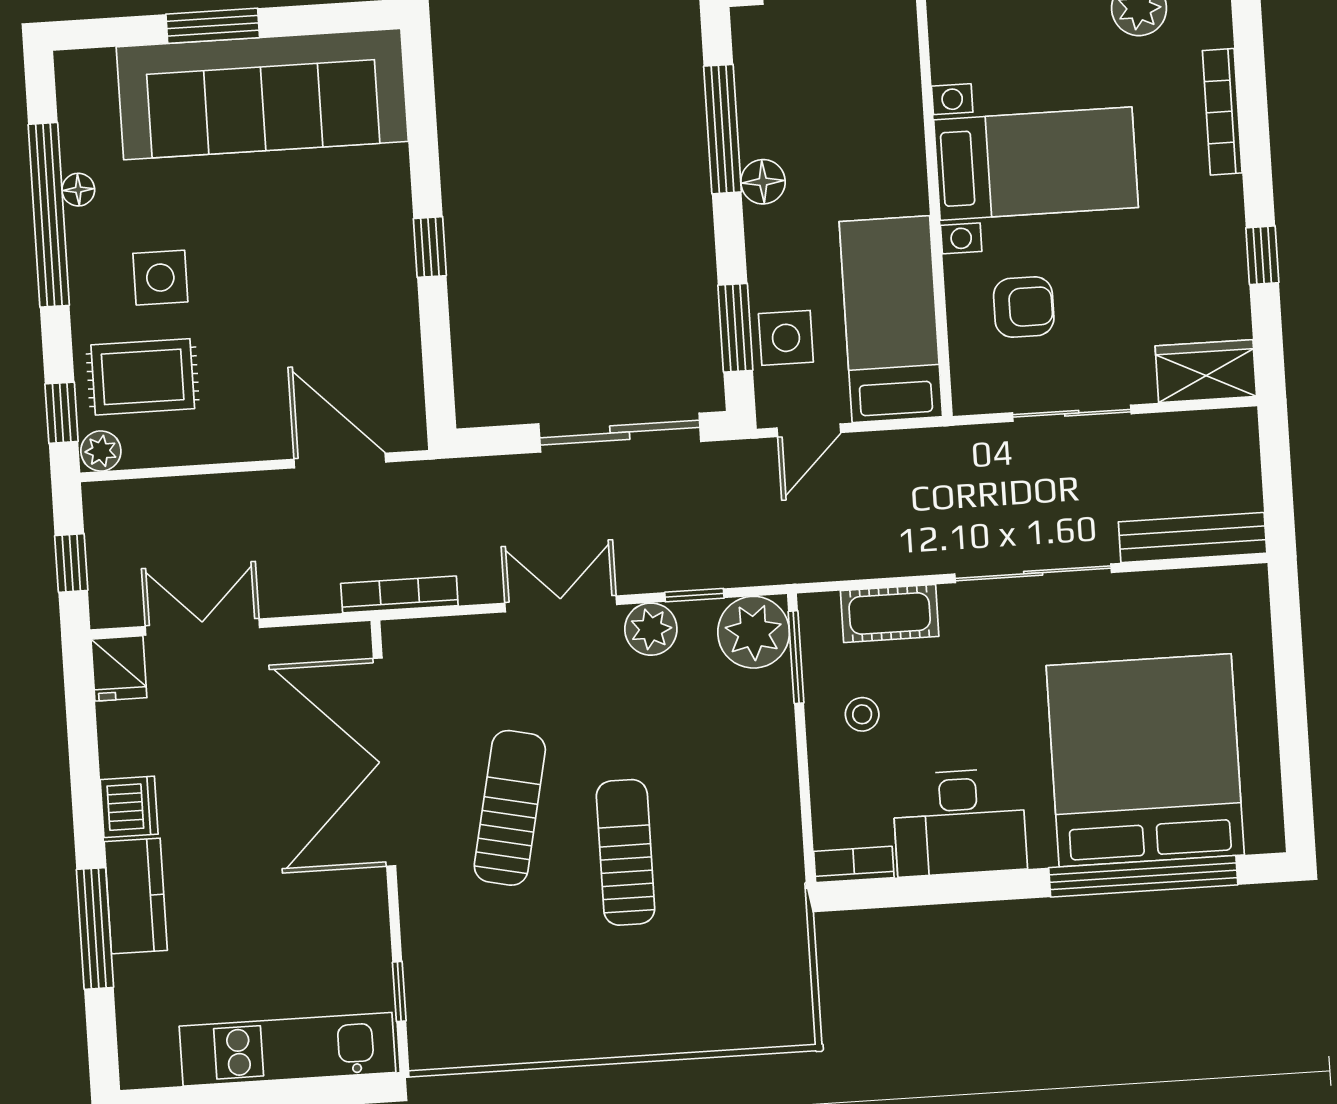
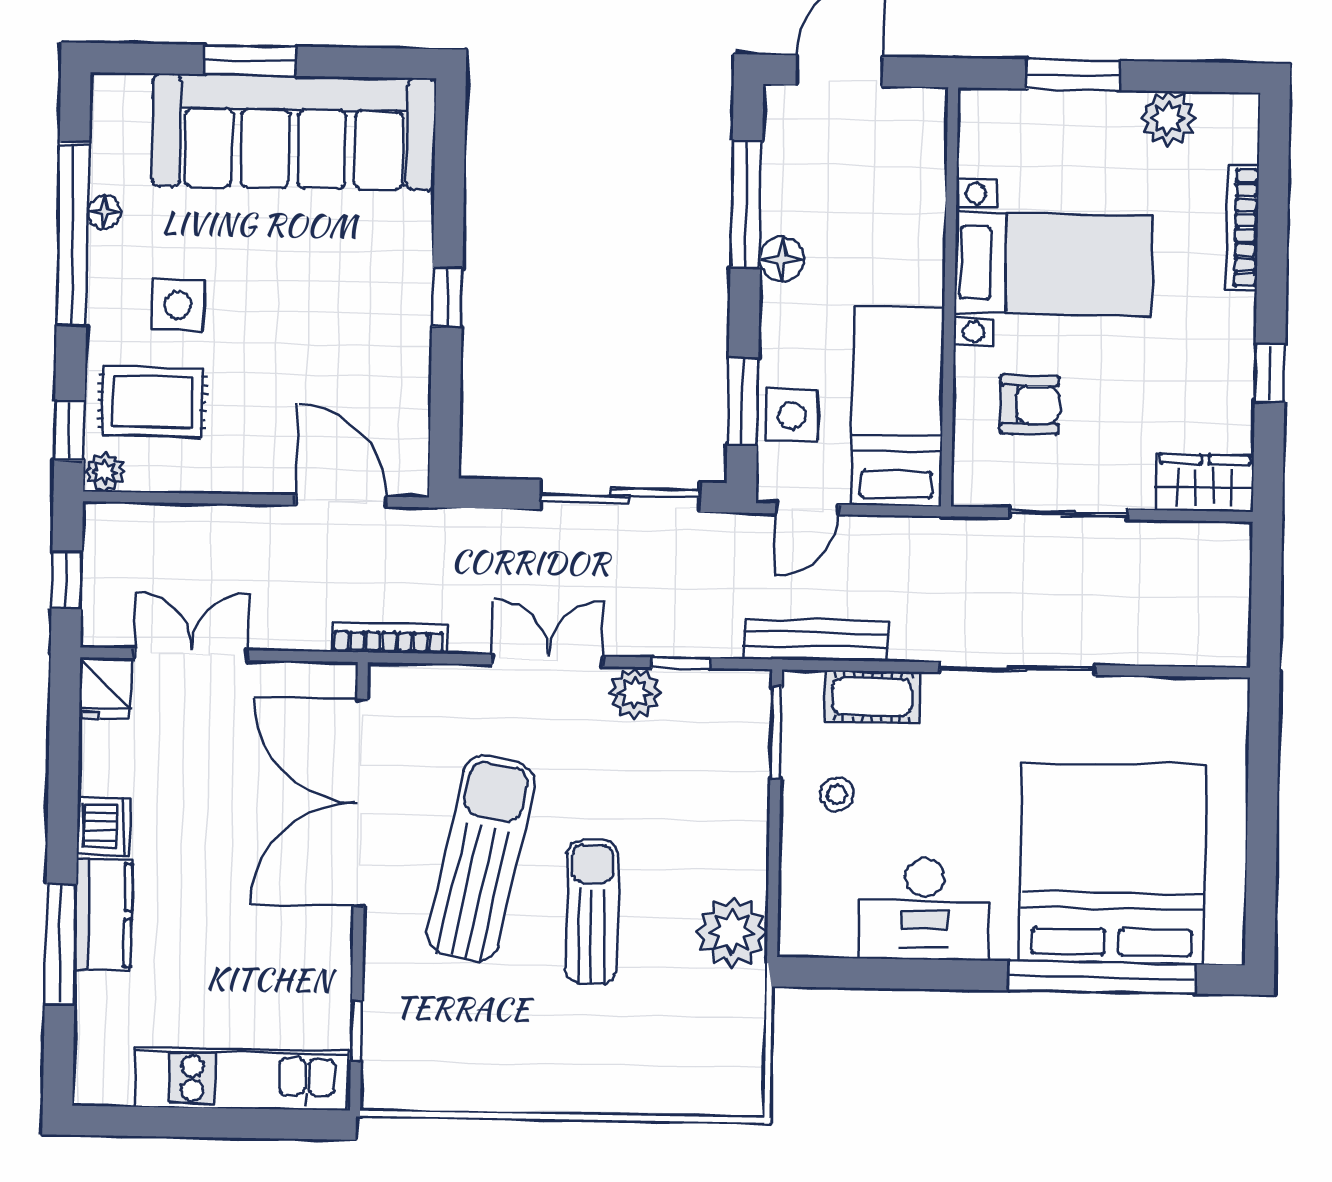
bench: (1193, 538) -> (816, 640), moved
plant: (754, 632) -> (732, 932), moved
sun lounger: (510, 808) -> (481, 858), width x1.36, depth x1.34
bookcase: (854, 864) -> (816, 942), removed

